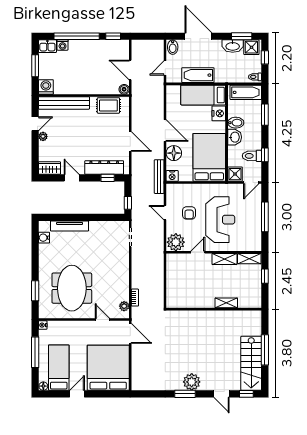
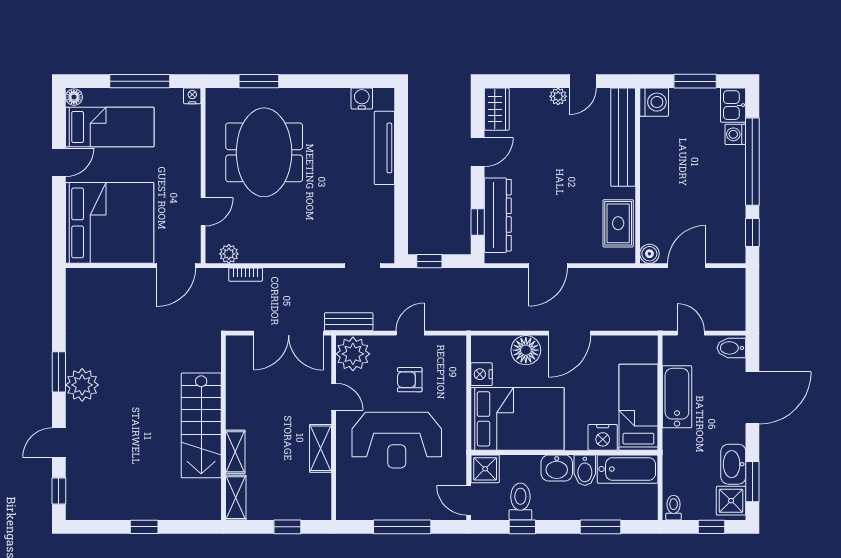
bathtub: (246, 92) -> (628, 469), moved, turned -90
door: (35, 124) -> (583, 81), hinge flipped
nightstand: (172, 176) -> (481, 374), moved
bench: (159, 177) -> (349, 322), moved, width x0.73
shelving: (249, 259) -> (236, 498), moved
double door: (165, 275) -> (289, 333), added
meeting table: (72, 288) -> (264, 152), turned 90
window: (265, 350) -> (144, 527), width x0.46
stairs: (251, 363) -> (201, 425), moved, turned -90
door: (77, 394) -> (59, 162), hinge flipped

